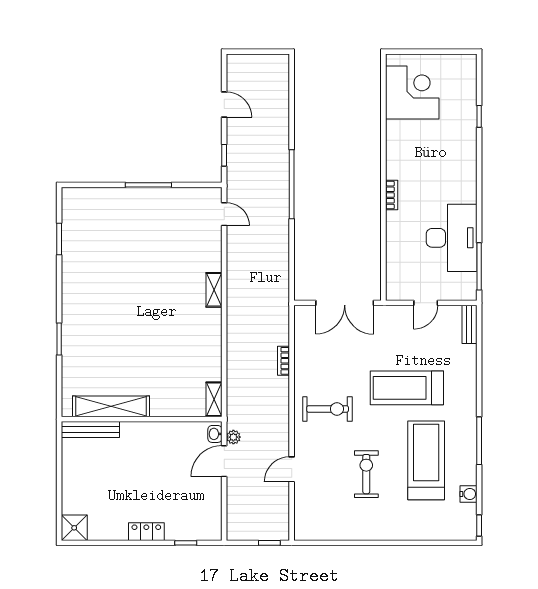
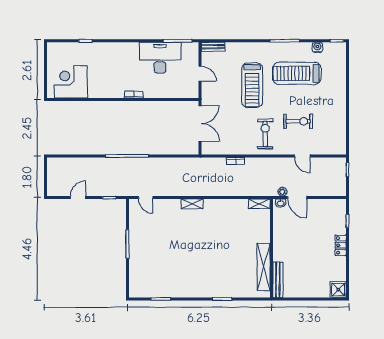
door: (224, 214) -> (145, 198), swing flipped
exercise bike: (366, 474) -> (298, 121), moved, turned 180

